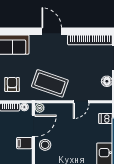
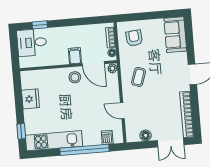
coffee table: (50, 83) -> (139, 77), width x0.54, depth x0.58
armchair: (12, 84) -> (134, 38), turned -96

